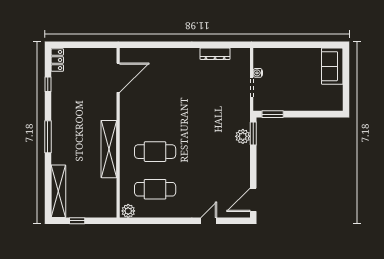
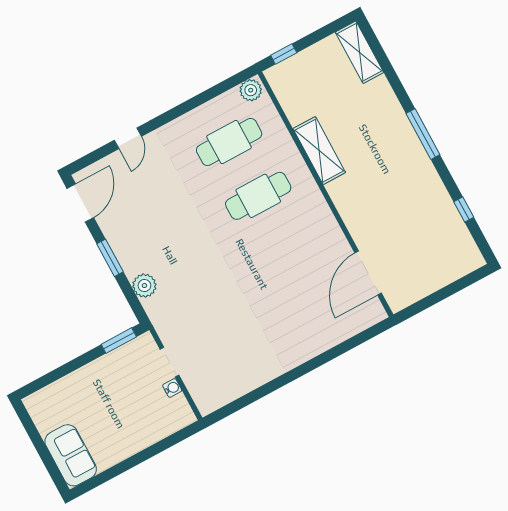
dresser: (215, 54) -> (248, 382), removed
locker: (57, 60) -> (469, 251), removed
window: (253, 133) -> (110, 258), moved
shelving: (109, 149) -> (319, 151), width x0.68
shelving: (58, 191) -> (359, 52), width x0.68
window: (77, 221) -> (284, 54), moved

